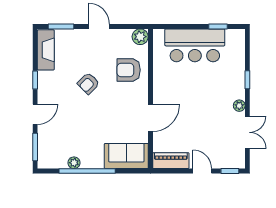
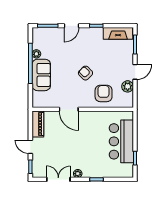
plant: (140, 37) -> (128, 86), moved
armchair: (88, 83) -> (85, 73), moved
door: (35, 114) -> (71, 26), hinge flipped
double door: (247, 132) -> (58, 179), swing flipped
sofa: (126, 156) -> (41, 75), moved
door: (202, 171) -> (30, 147), swing flipped

